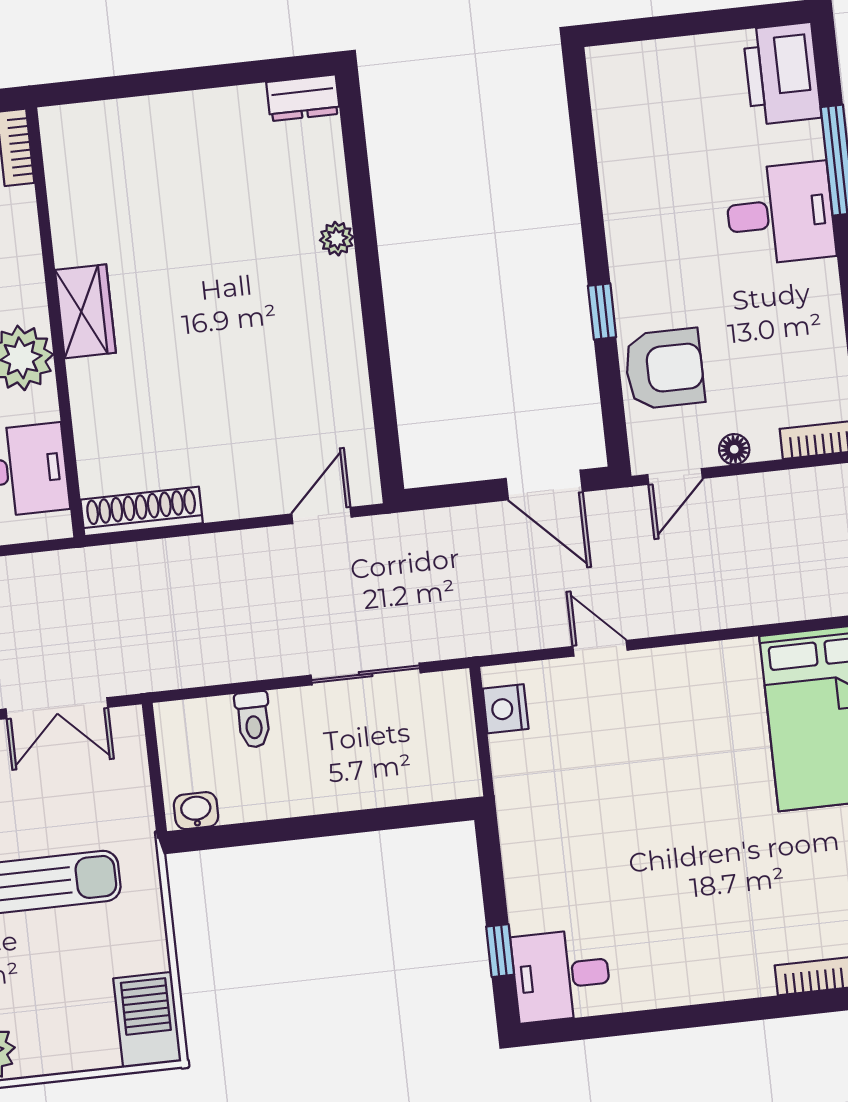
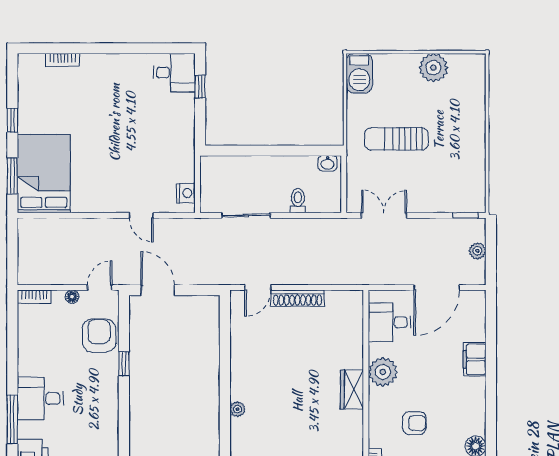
armchair: (664, 369) -> (99, 336), turned 90
shoe rack: (142, 511) -> (298, 298), moved

